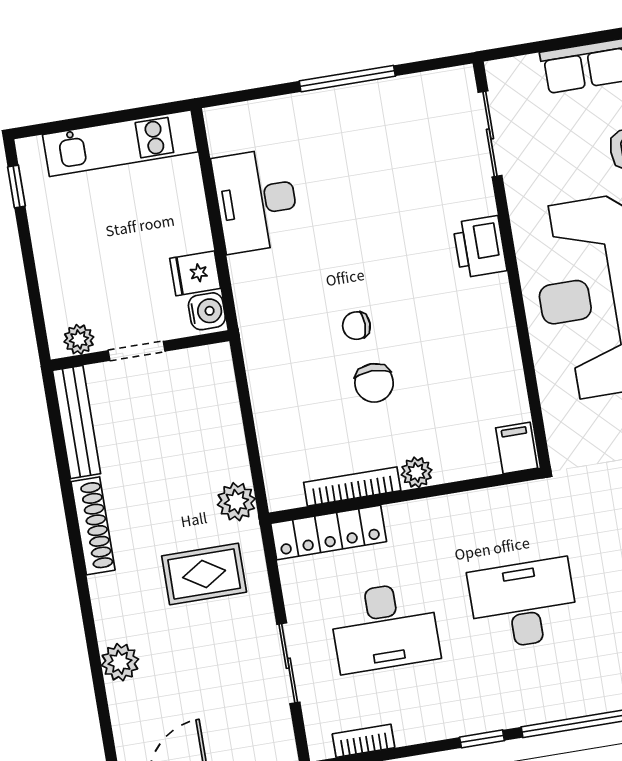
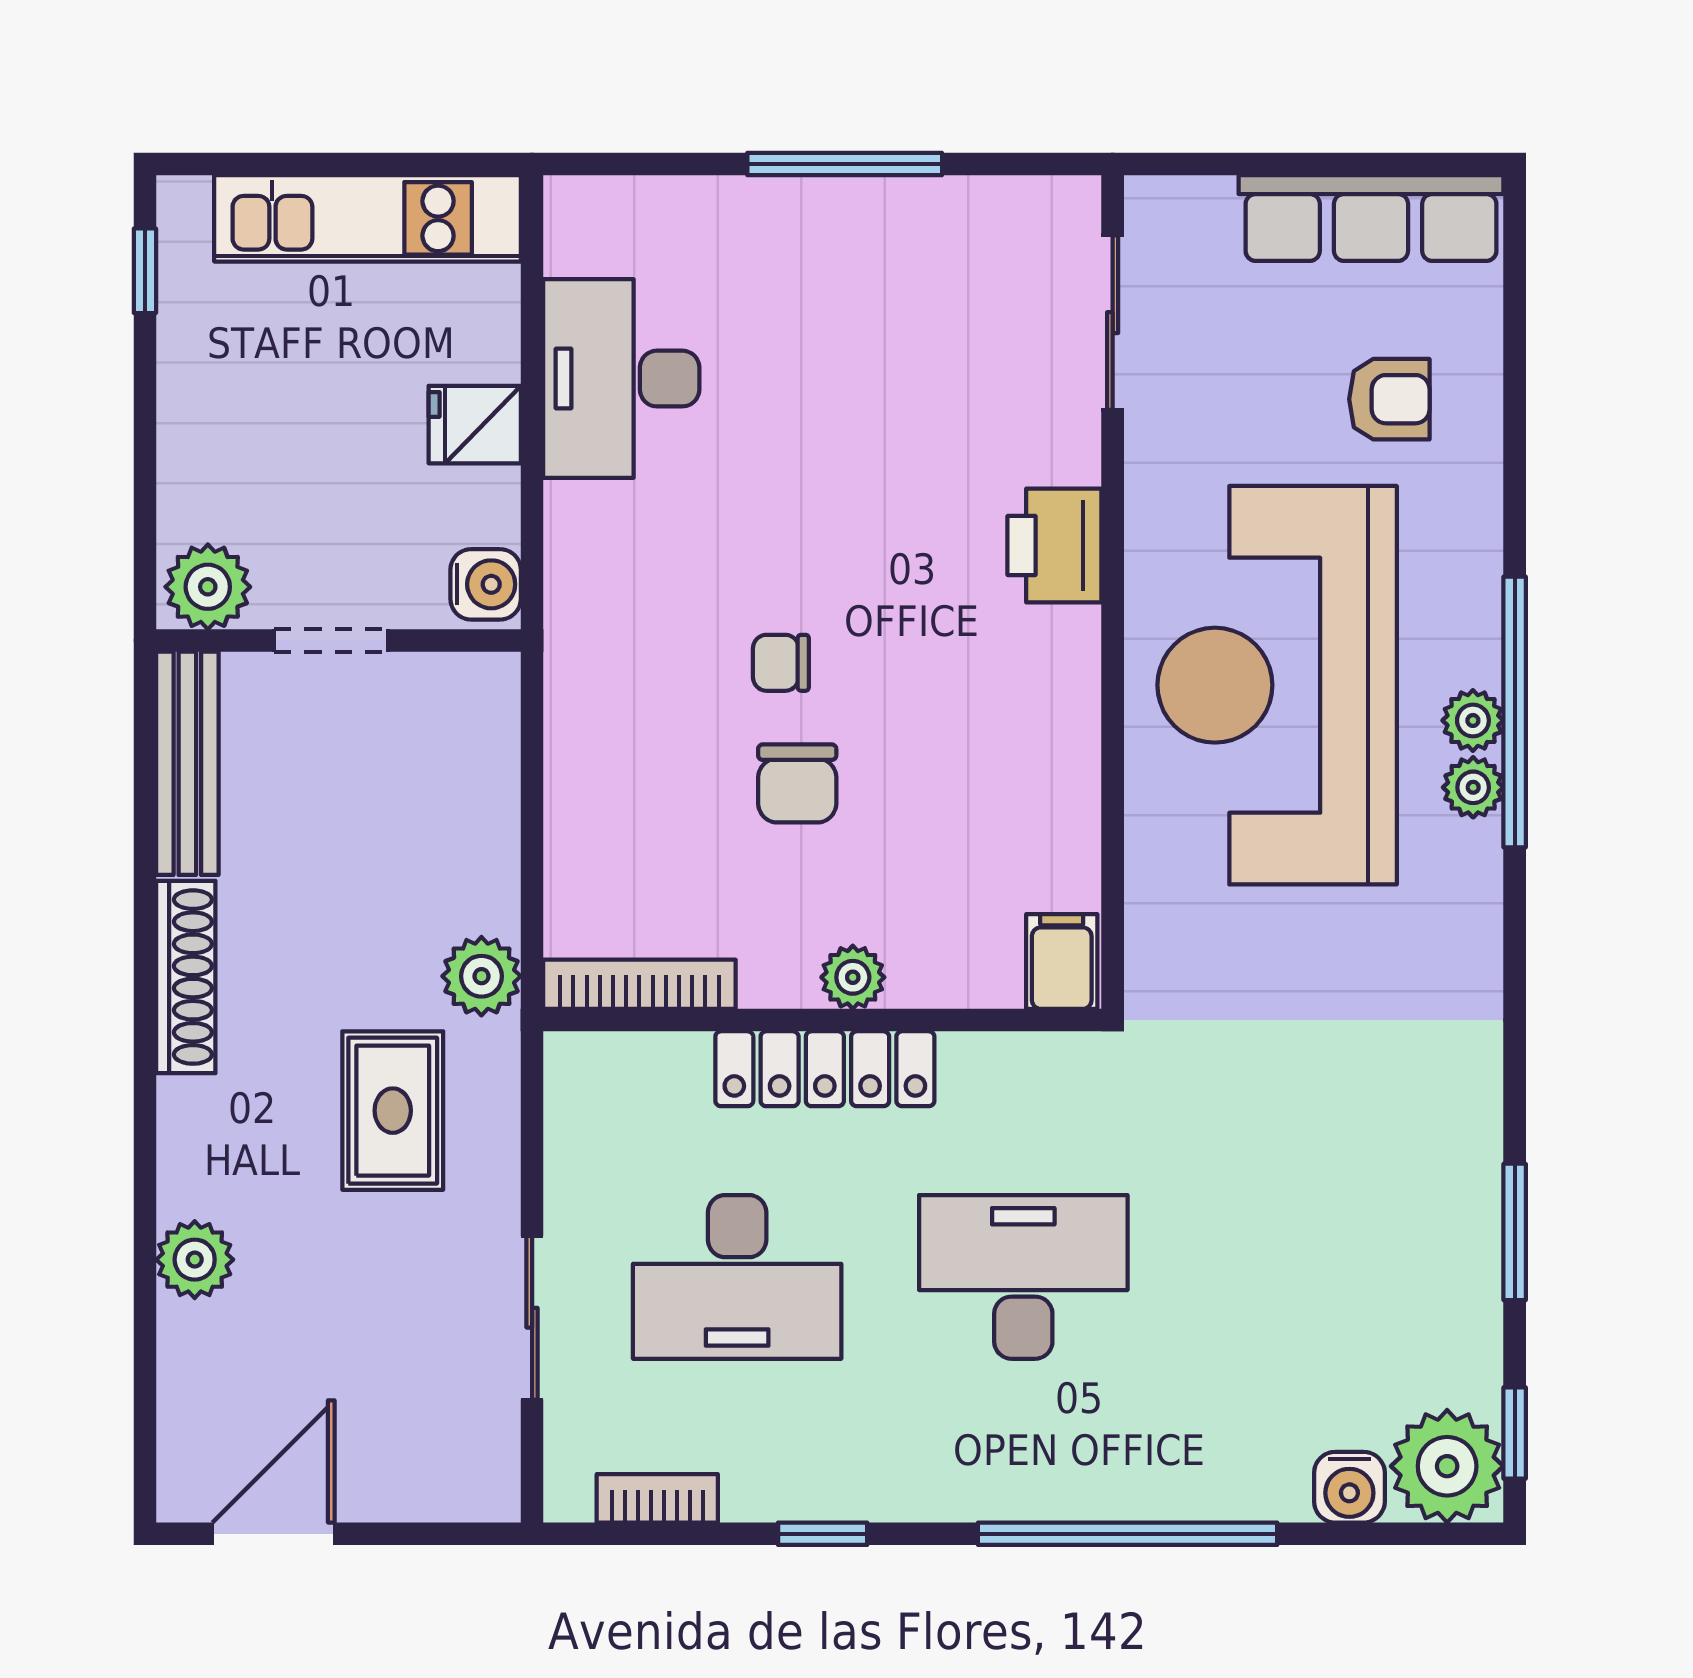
fridge: (195, 273) -> (475, 425), moved
plant: (79, 339) -> (208, 587), width x1.38, depth x1.38
bookcase: (352, 487) -> (639, 984), moved
locker: (329, 533) -> (825, 1069), moved
rug: (204, 574) -> (393, 1111), turned 90
window: (482, 739) -> (823, 1534), moved

